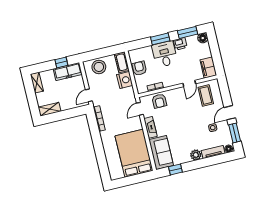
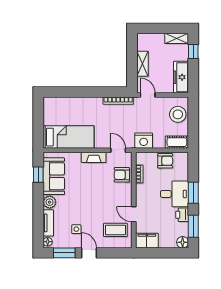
window: (61, 62) -> (193, 51), moved
nightstand: (125, 80) -> (144, 141), moved
shelving: (49, 109) -> (142, 64), moved
sofa: (161, 152) -> (54, 176), moved, turned -90
bed: (134, 153) -> (68, 137), width x0.67

